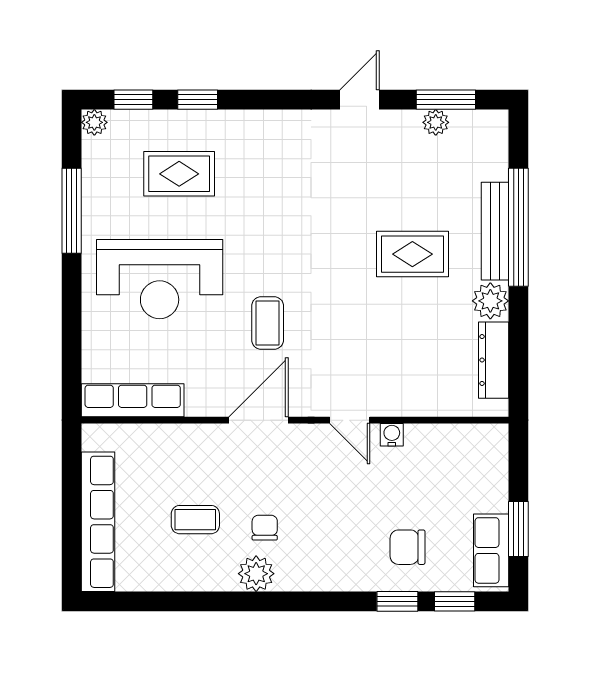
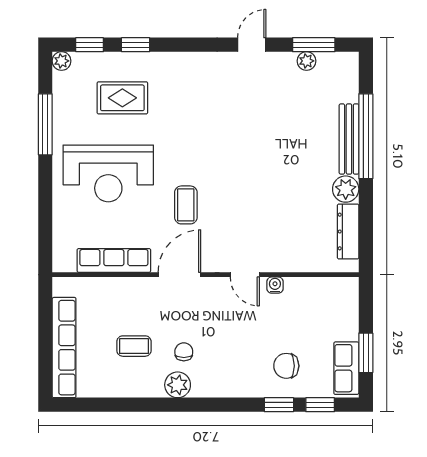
rug: (412, 254) -> (290, 155), removed
row of seats: (133, 400) -> (114, 260), moved

